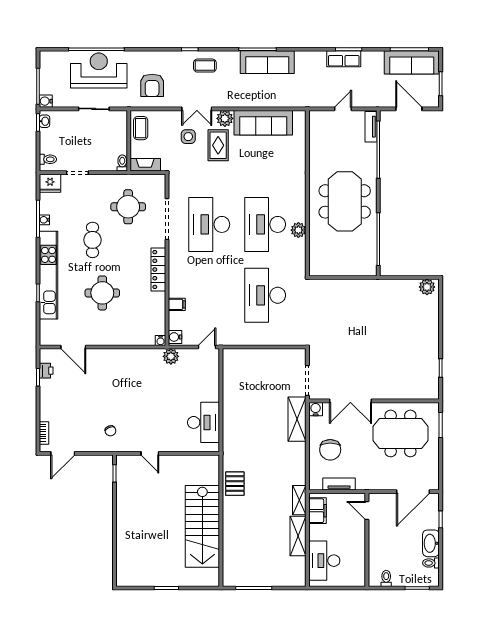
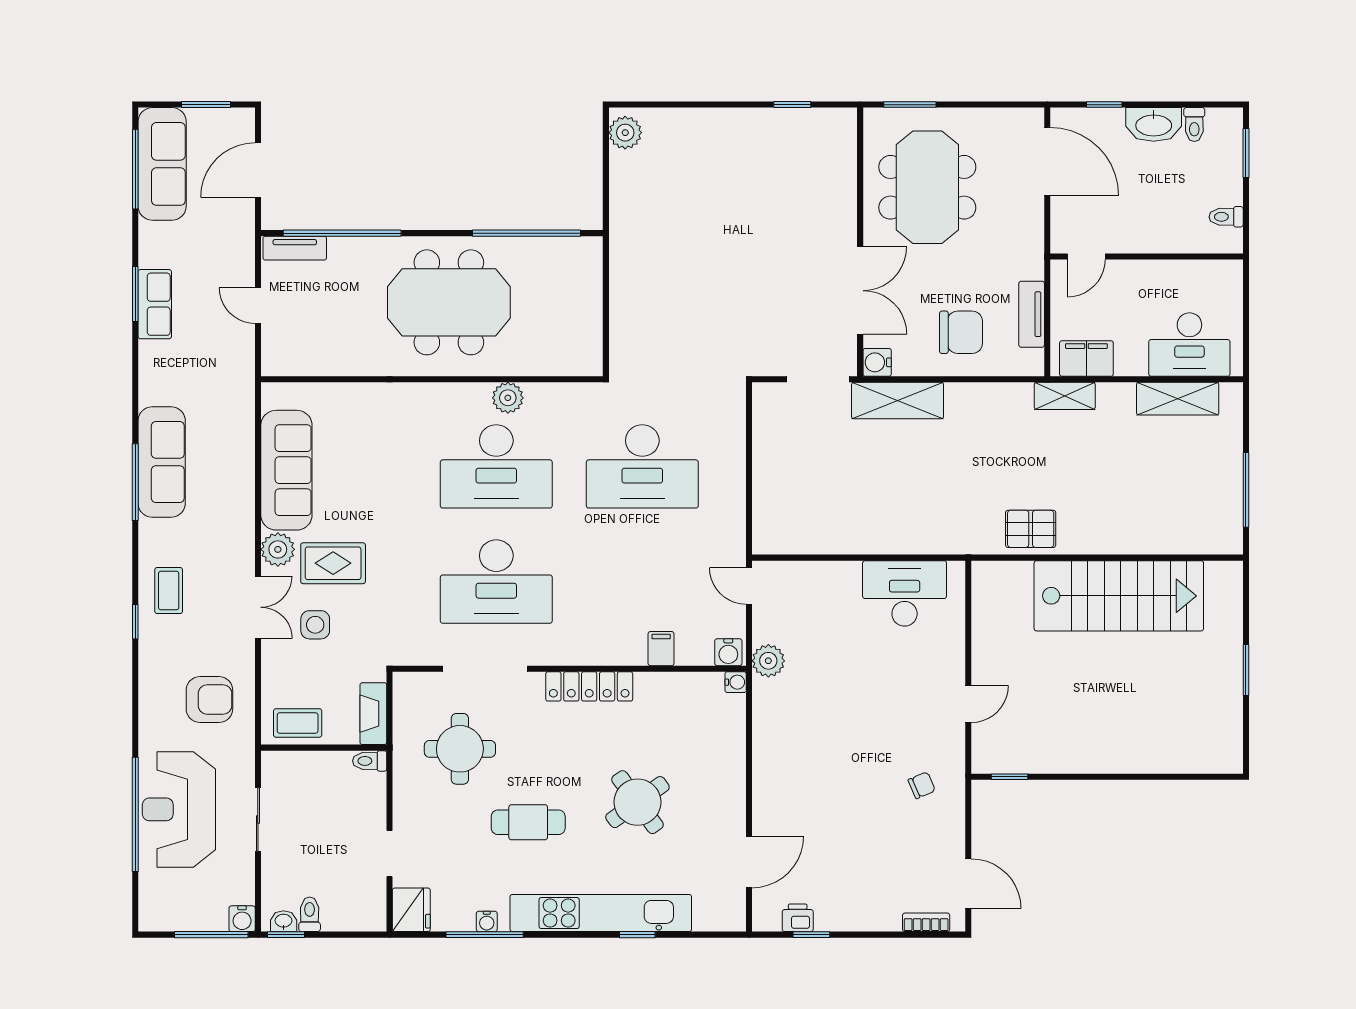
toilet: (48, 159) -> (310, 914), moved
round table: (102, 293) -> (637, 802), turned -36
shelving: (298, 536) -> (1178, 399), moved

